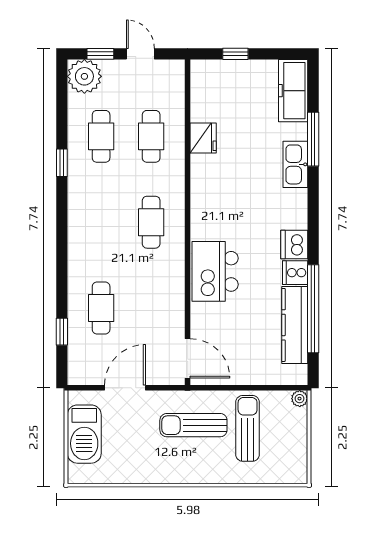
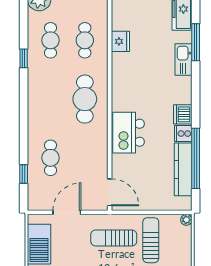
cafe table: (151, 222) -> (85, 99), width x1.37, depth x1.35

